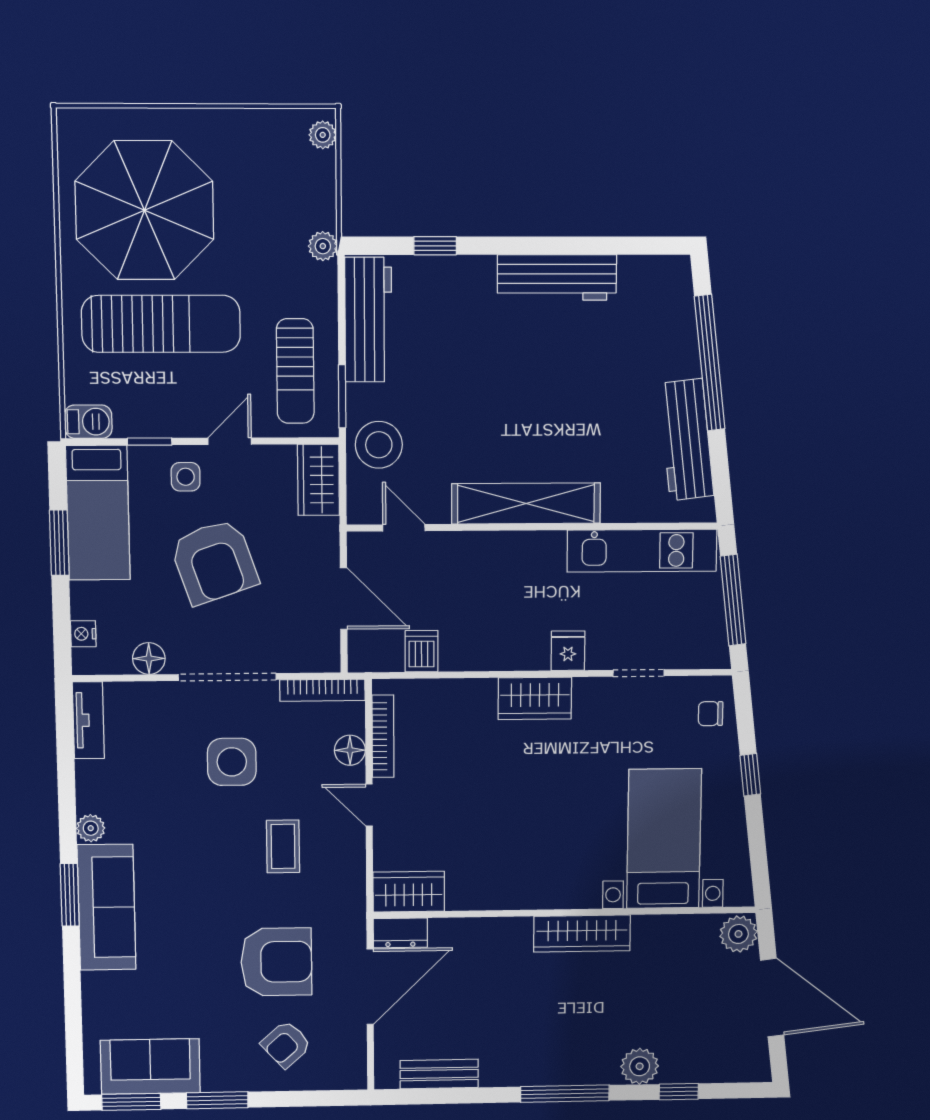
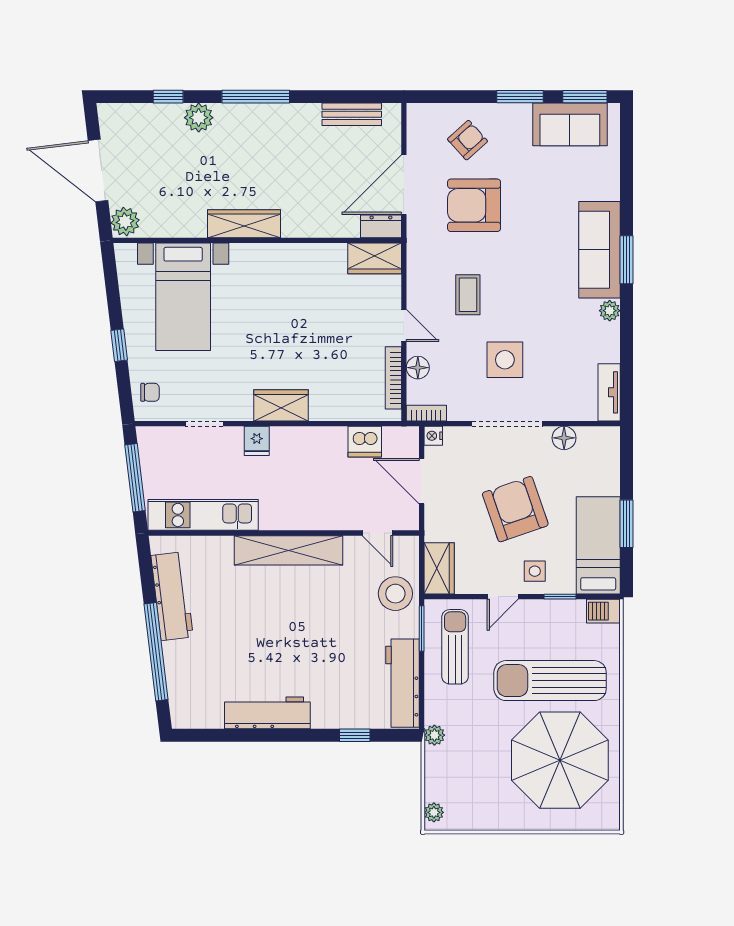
nightstand: (83, 634) -> (433, 436), moved, turned 180
dishwasher: (422, 651) -> (365, 442), width x1.38
bookcase: (322, 690) -> (426, 413), width x0.64

